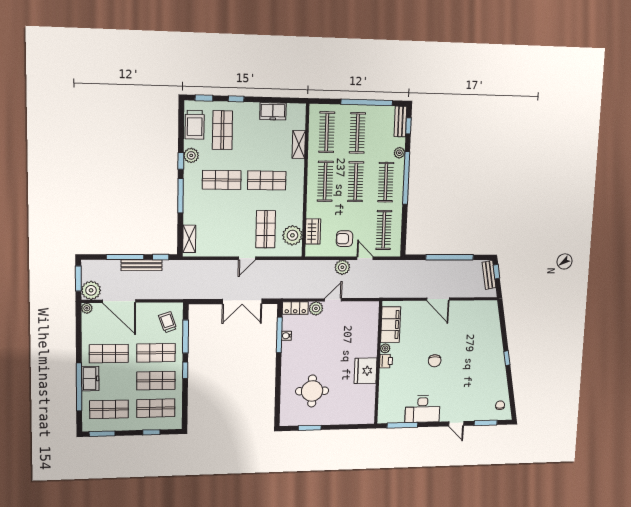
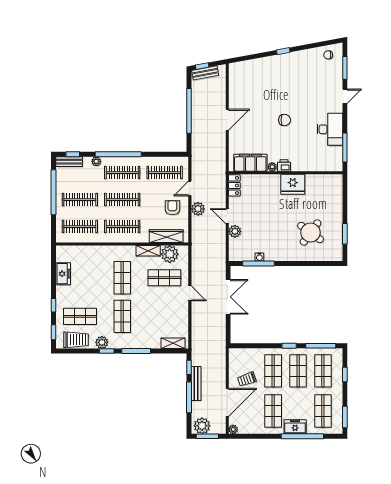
shelving: (299, 145) -> (148, 251), moved
wardrobe: (313, 231) -> (166, 236), width x1.50
armchair: (345, 239) -> (172, 208), turned 180
plant: (91, 290) -> (202, 426), moved
locker: (295, 308) -> (234, 185), moved
trolley: (168, 322) -> (247, 379), moved
window: (185, 337) -> (321, 346), moved
round table: (312, 391) -> (311, 233), turned 36

